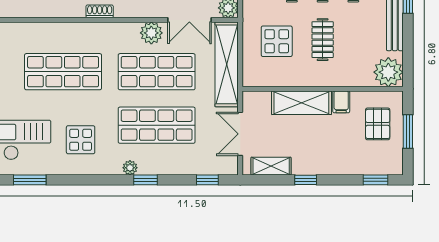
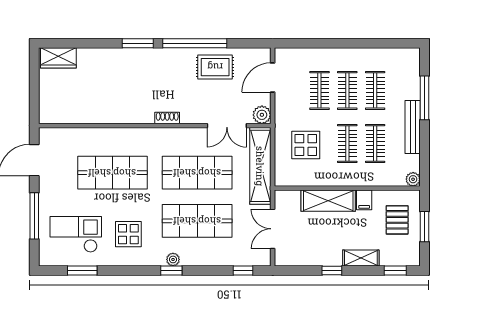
shoe rack: (100, 11) -> (167, 118), moved
plant: (151, 33) -> (192, 137), removed
clothes rail: (353, 40) -> (375, 144), added
plant: (388, 72) -> (413, 179), width x0.53, depth x0.53
shelving: (271, 166) -> (361, 258), moved
window: (145, 180) -> (171, 270), moved

